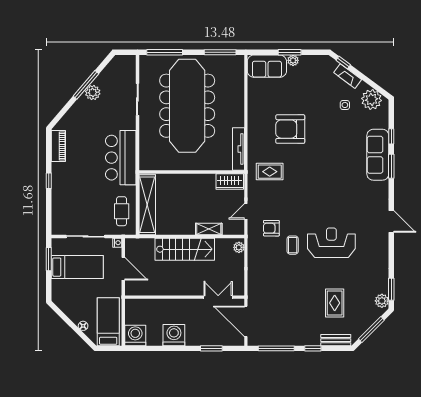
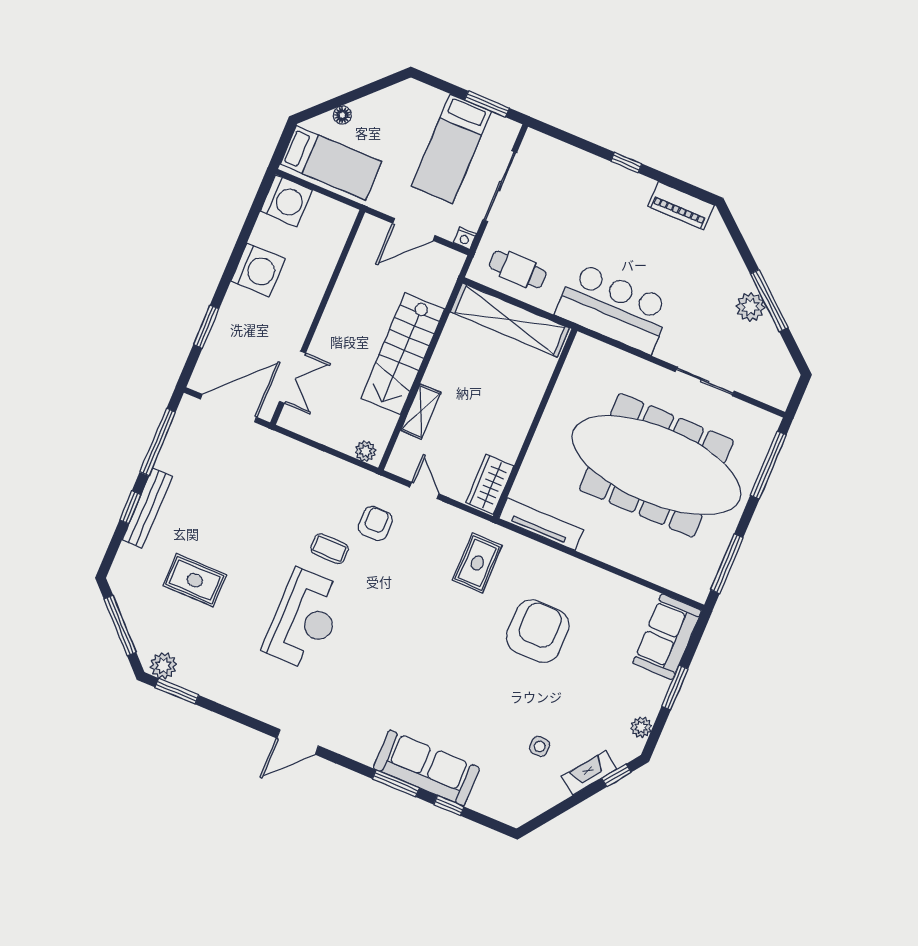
plant: (293, 60) -> (641, 727), moved
plant: (371, 99) -> (530, 798), removed
bench: (336, 340) -> (147, 508), moved, width x1.36

